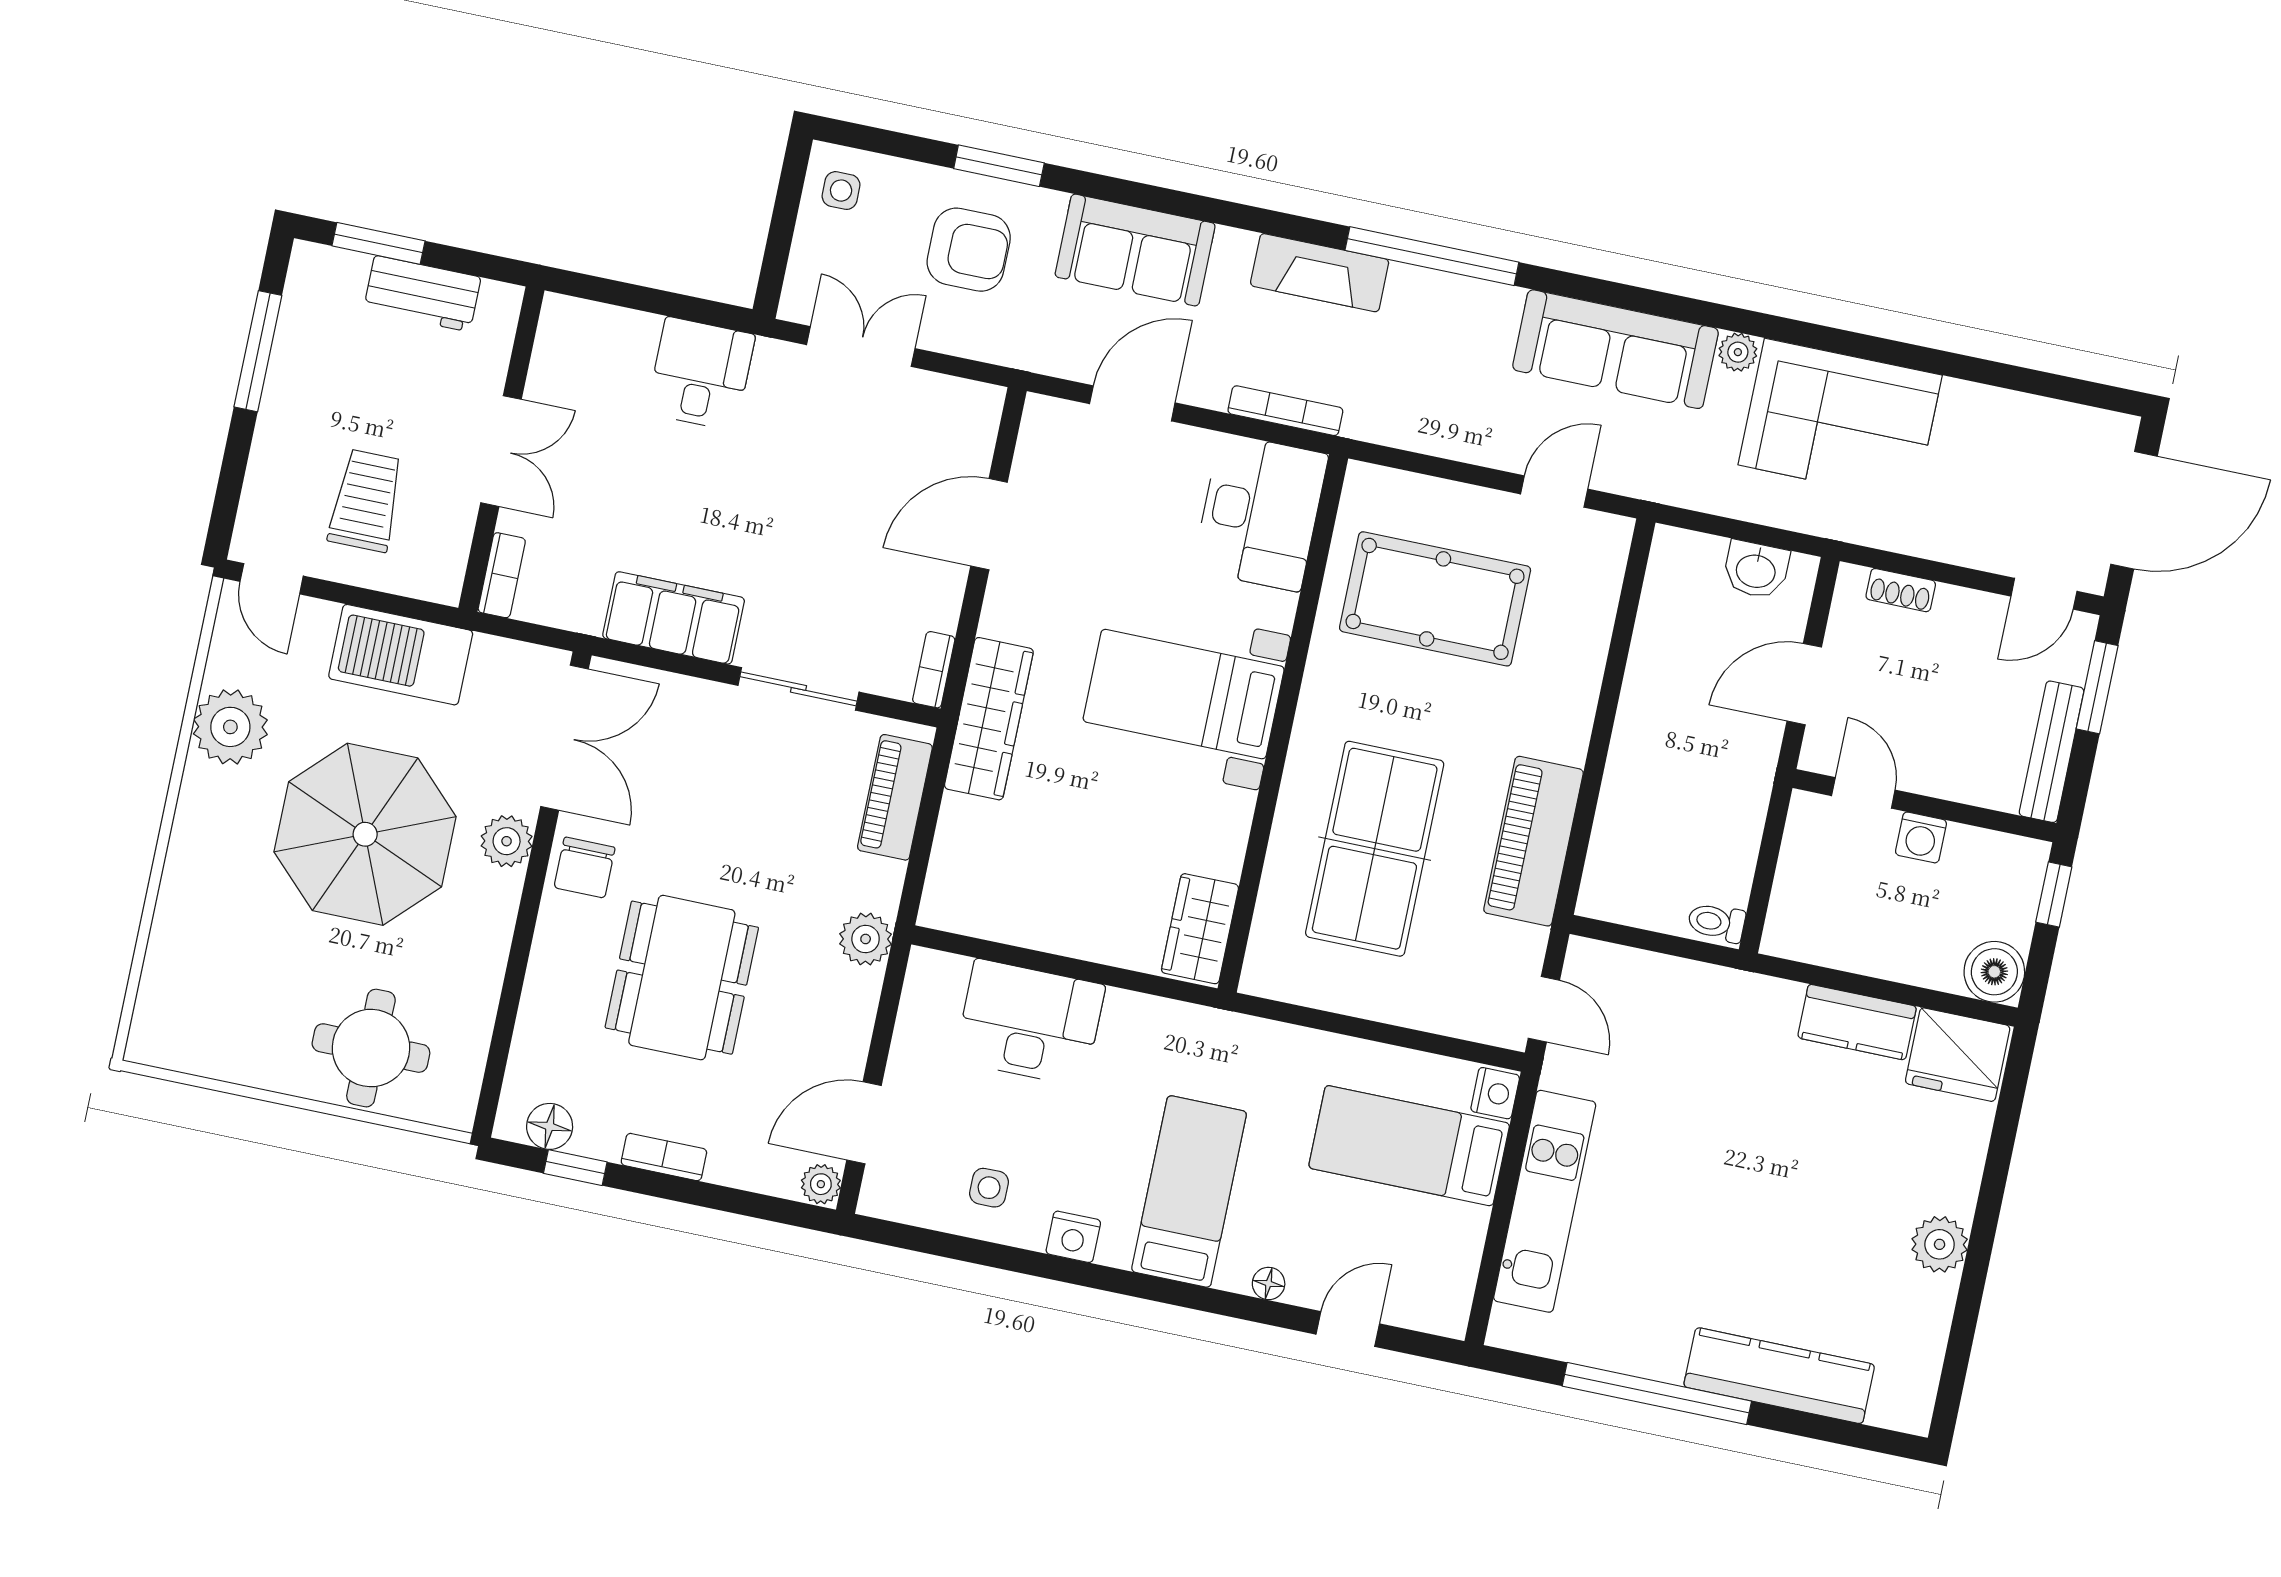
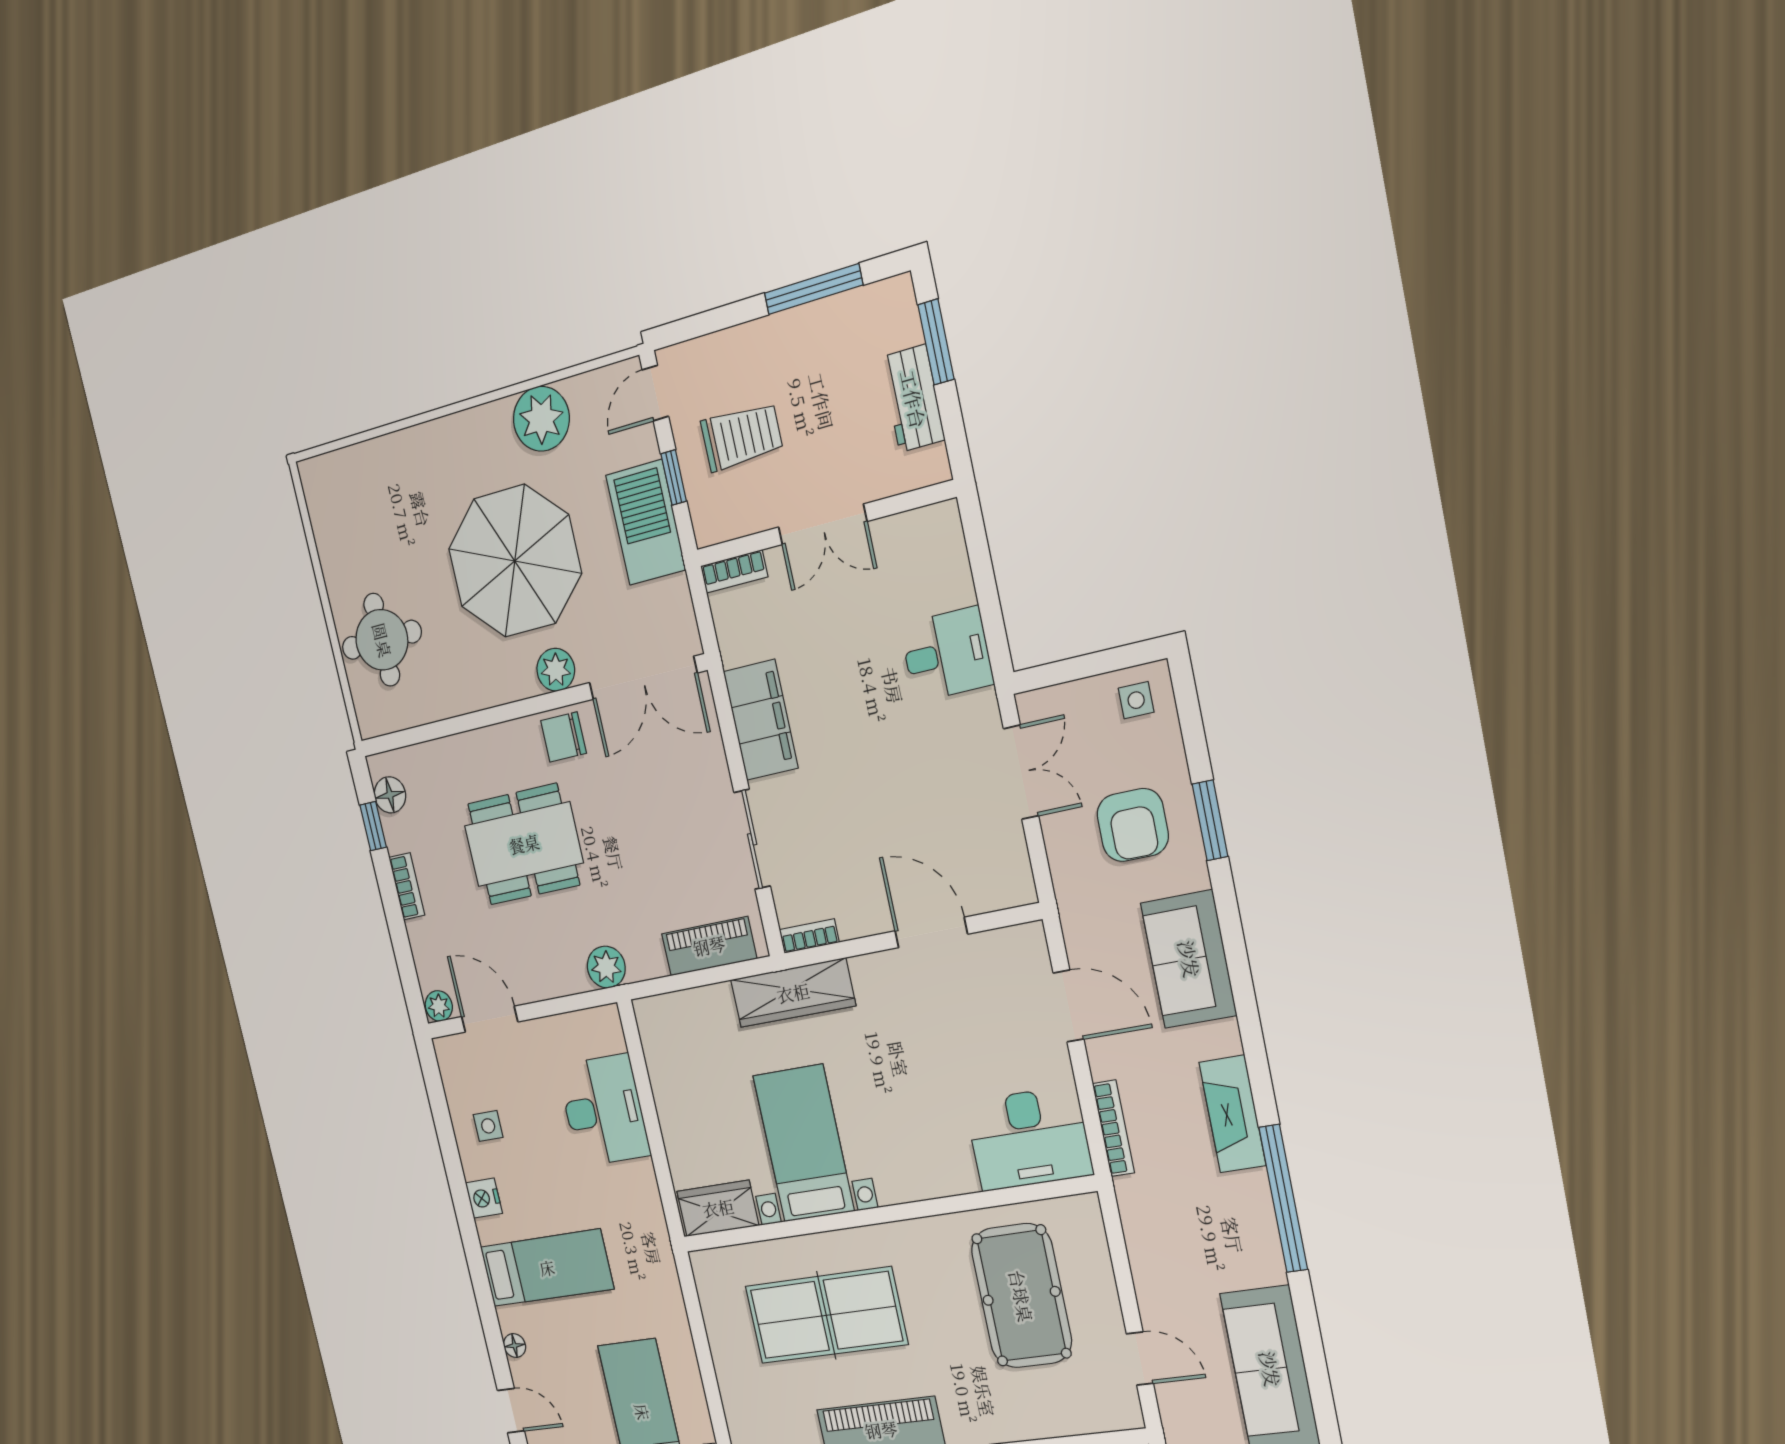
window: (369, 599) -> (674, 477), added
bed with nightstands: (1184, 694) -> (804, 1143), moved

